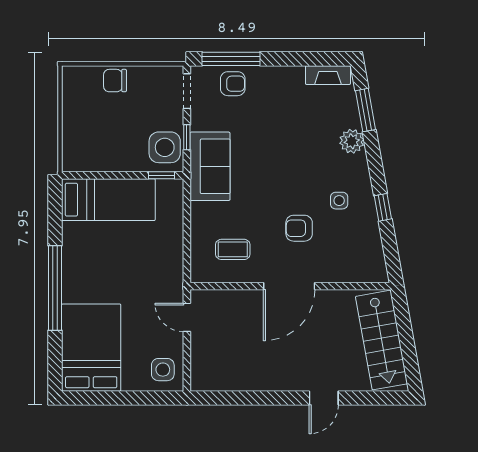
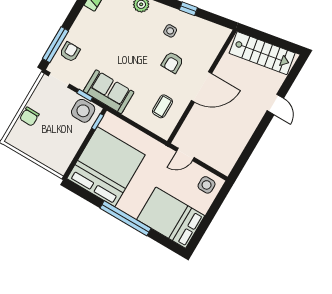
bed: (108, 200) -> (106, 167), width x2.04
door: (289, 286) -> (201, 87), hinge flipped

